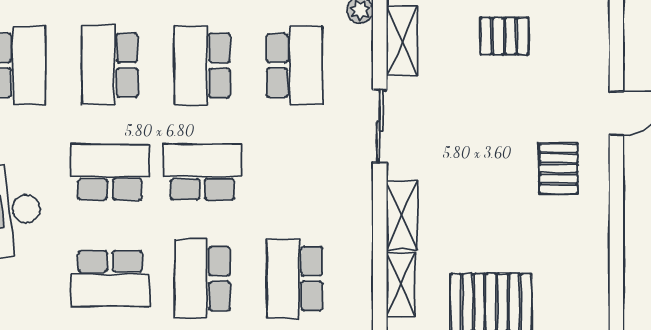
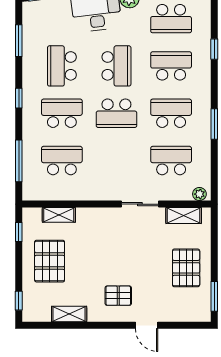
pallet: (504, 36) -> (186, 268), width x1.50, depth x1.42
school desk: (295, 65) -> (171, 161), turned 180
school desk: (202, 172) -> (116, 113), turned 90
shelving: (402, 216) -> (69, 314), moved

